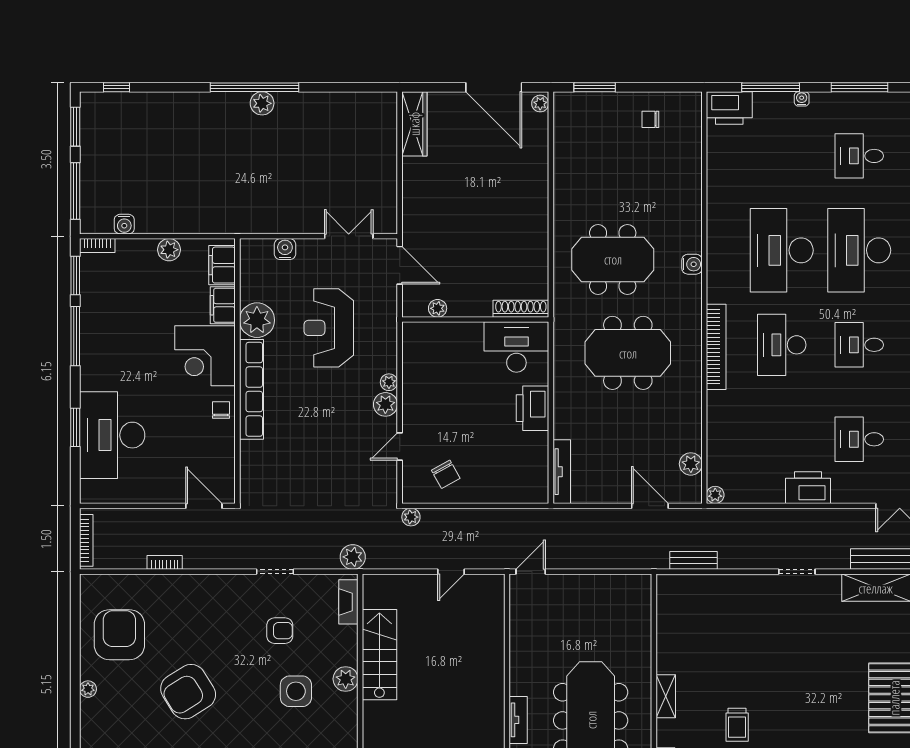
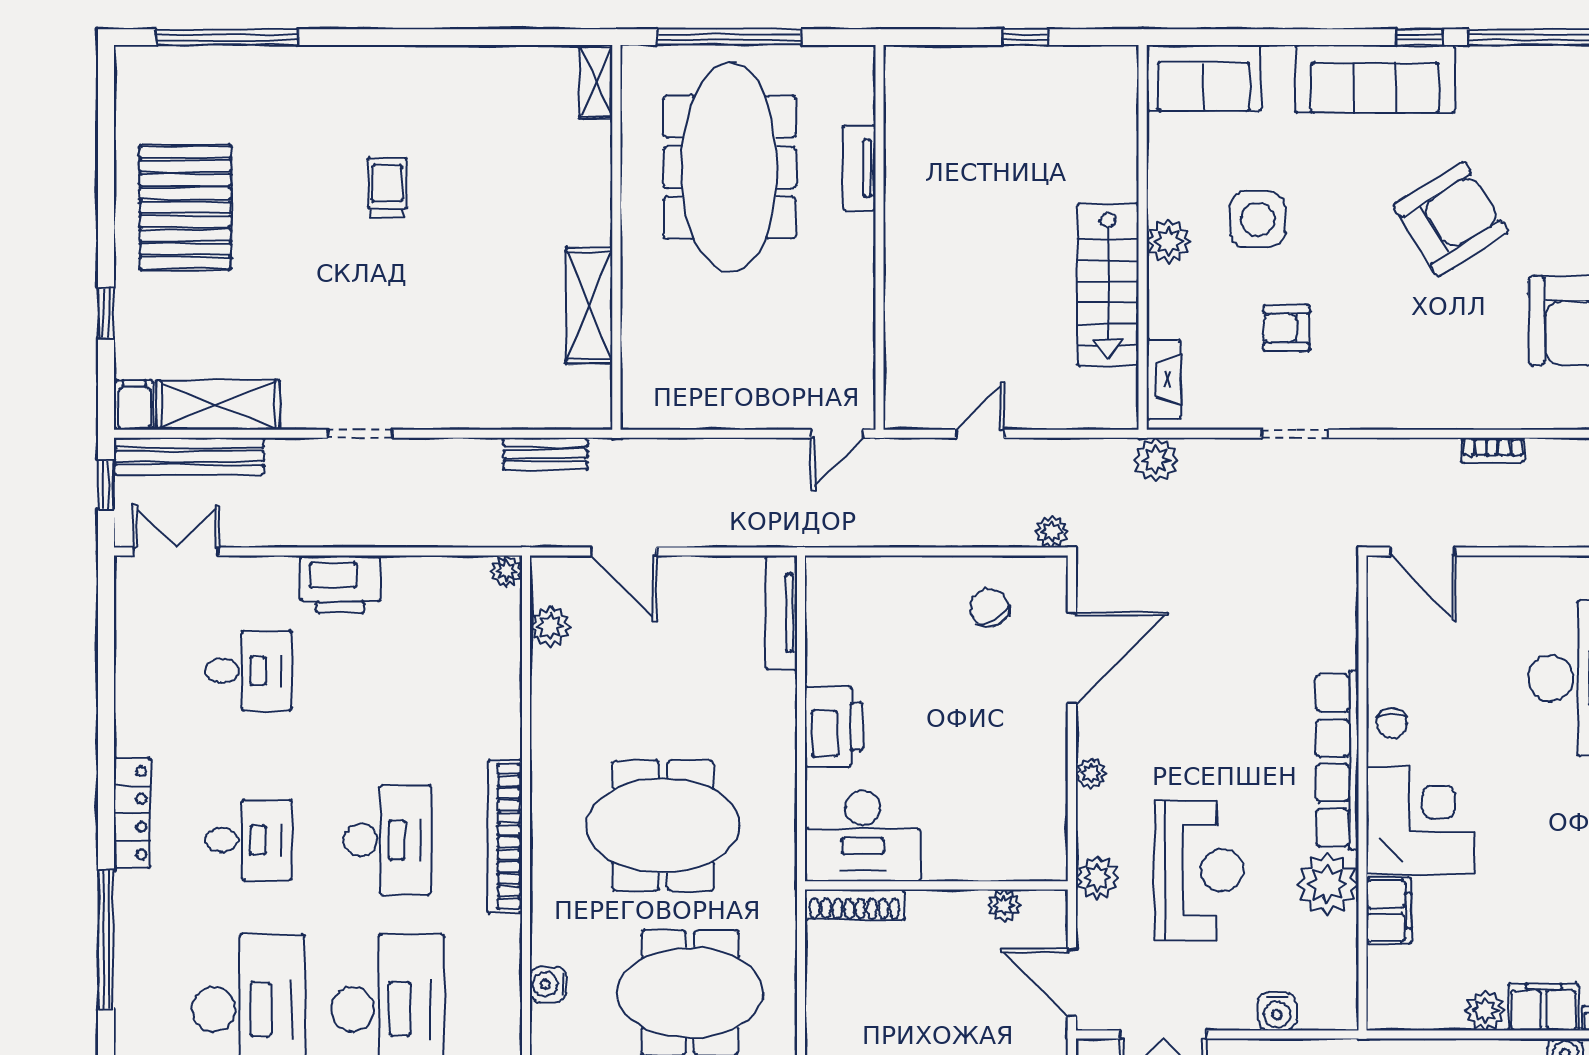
filing cabinet: (222, 265) -> (1544, 1007), moved, turned -90
plant: (385, 404) -> (1097, 877), moved
door: (400, 447) -> (1072, 658), width x1.87
shelving: (666, 696) -> (589, 306), moved, width x1.50, depth x1.33
trolley: (737, 725) -> (387, 188), moved

